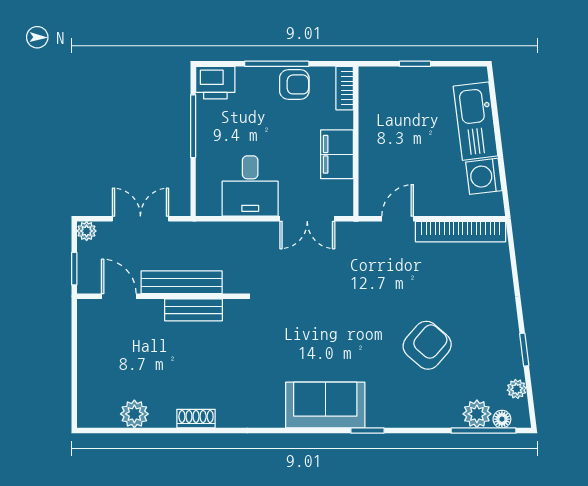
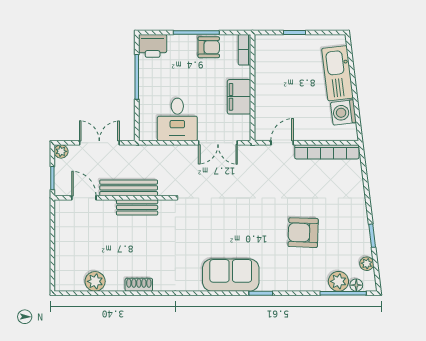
armchair: (427, 345) -> (303, 233), turned -129

